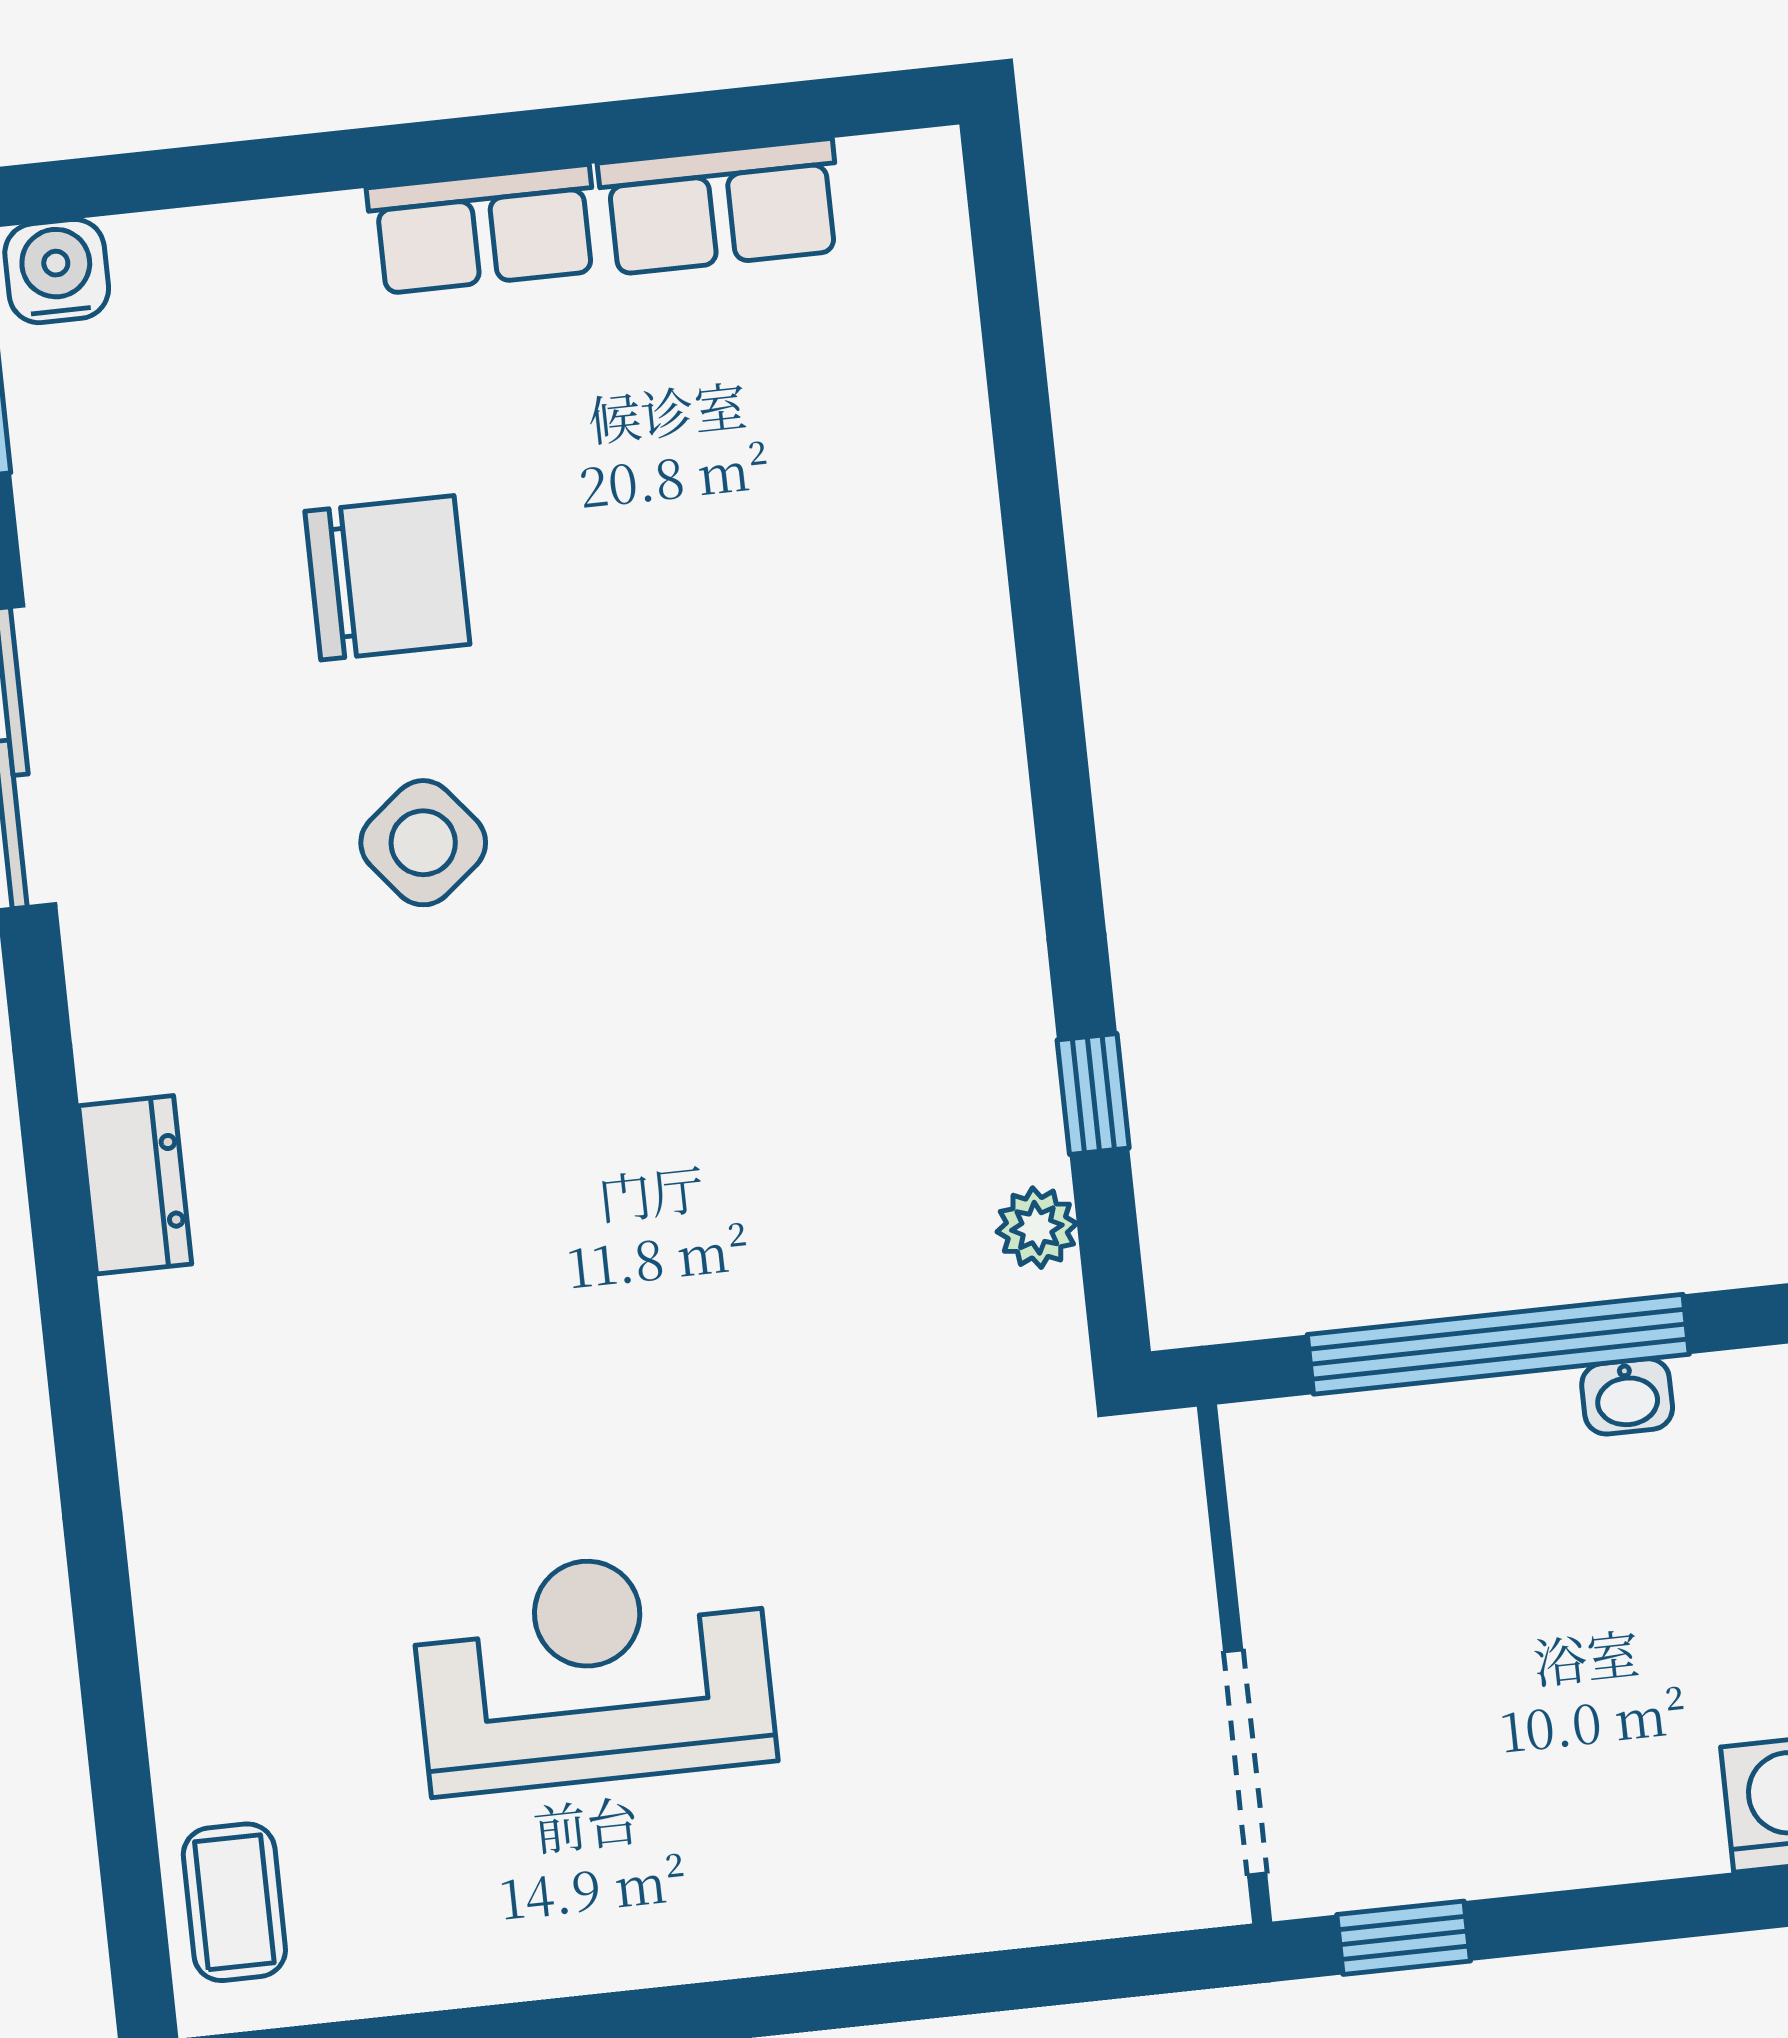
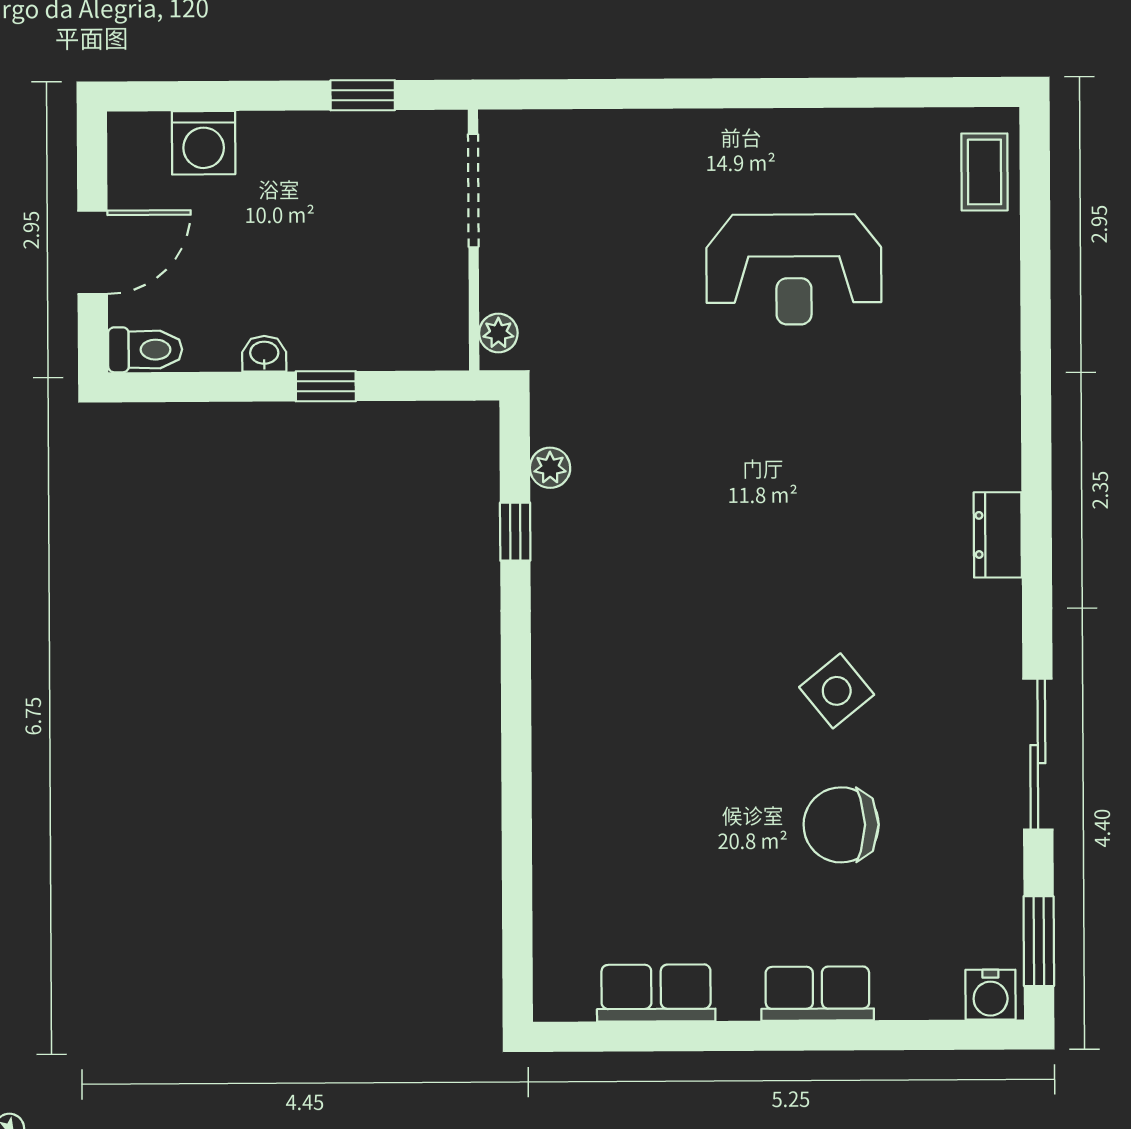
row of seats: (483, 229) -> (817, 994), moved
window: (1498, 1344) -> (326, 386), width x0.32
plant: (1167, 1485) -> (498, 333), added
window: (1404, 1938) -> (363, 95), moved

